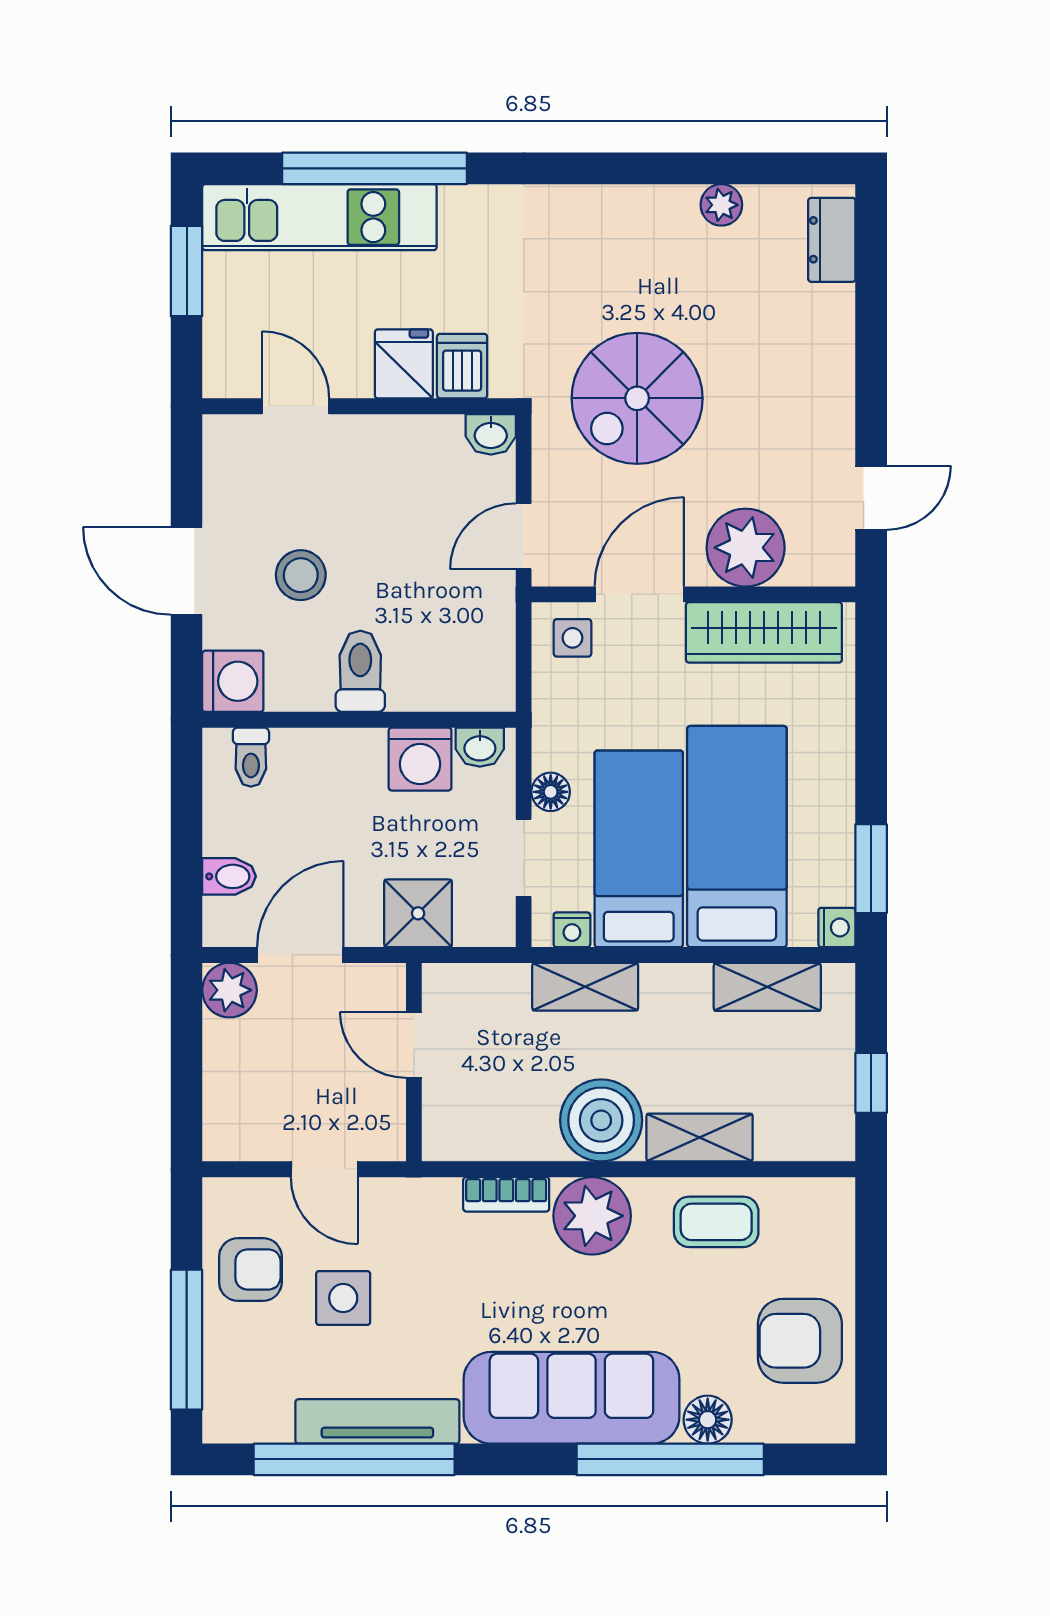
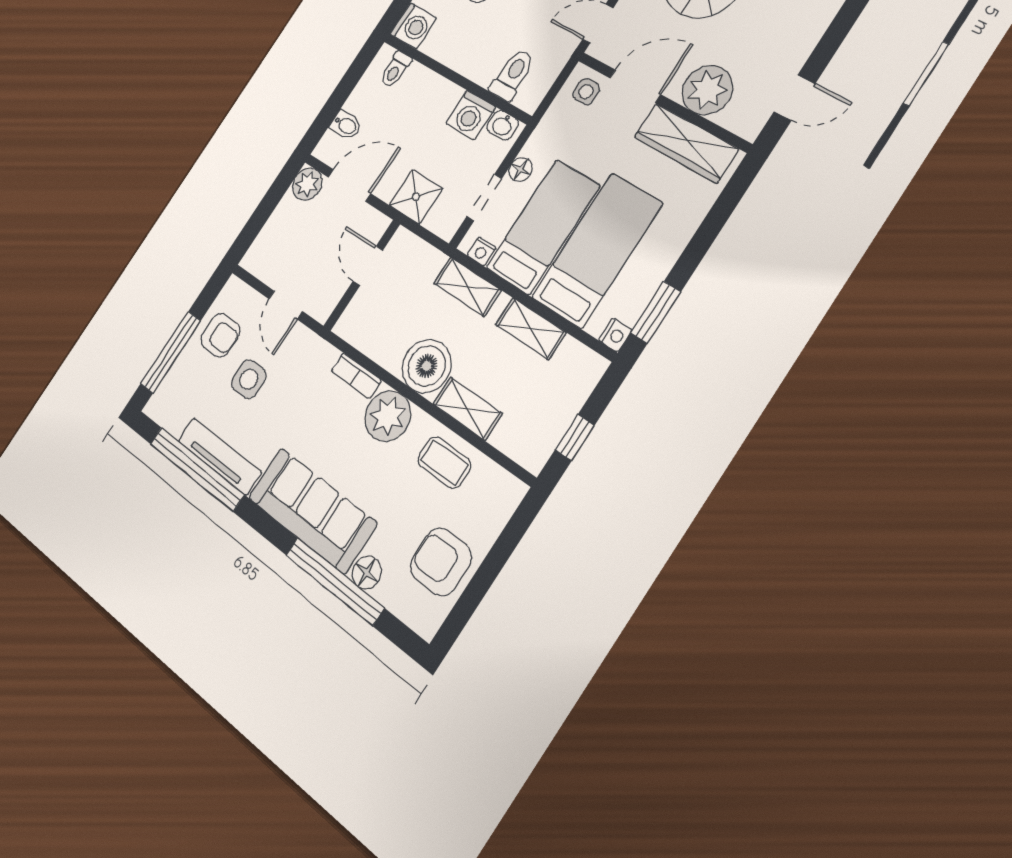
toilet: (360, 671) -> (512, 75), moved
shelving: (767, 987) -> (531, 329), moved

